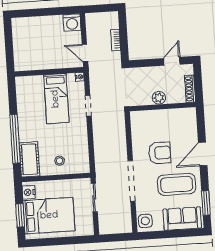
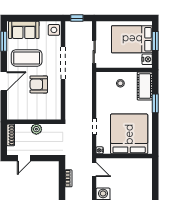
bed: (56, 99) -> (129, 134), width x2.04
window: (15, 139) -> (155, 103), width x0.47
window: (118, 237) -> (77, 18), added

